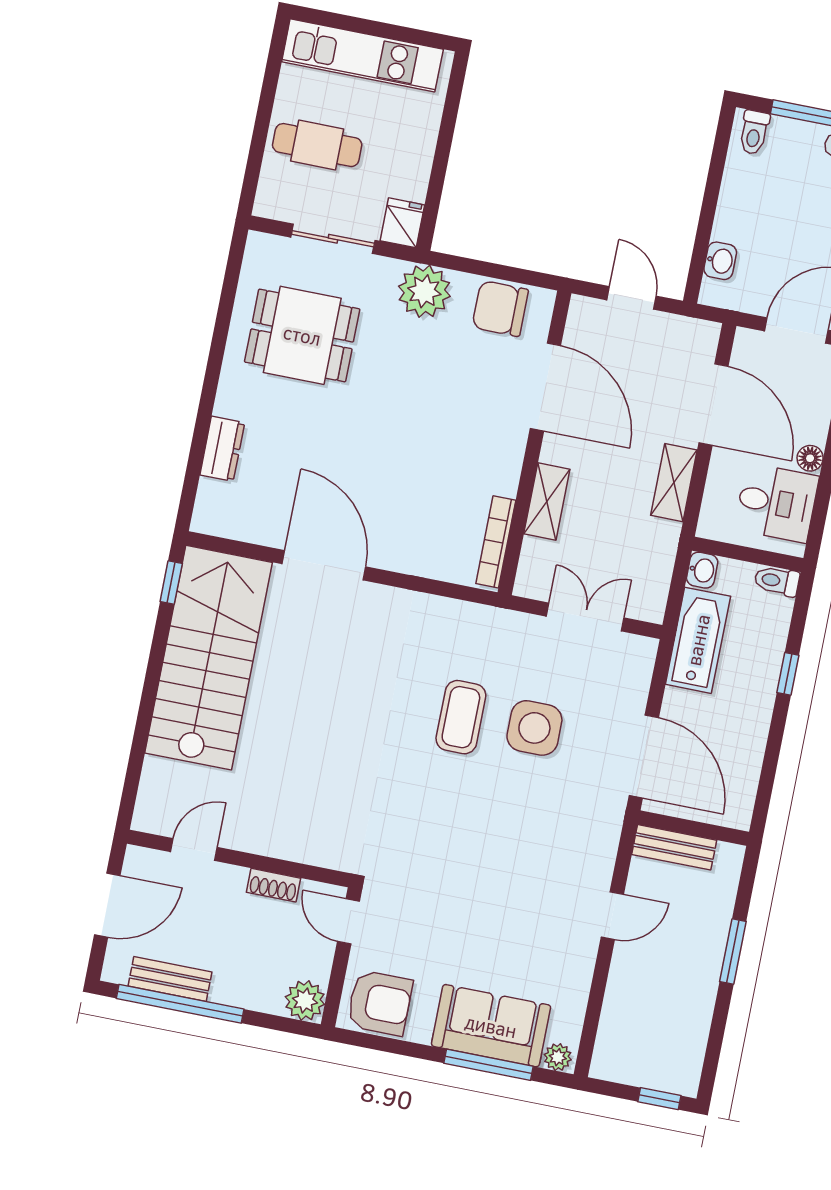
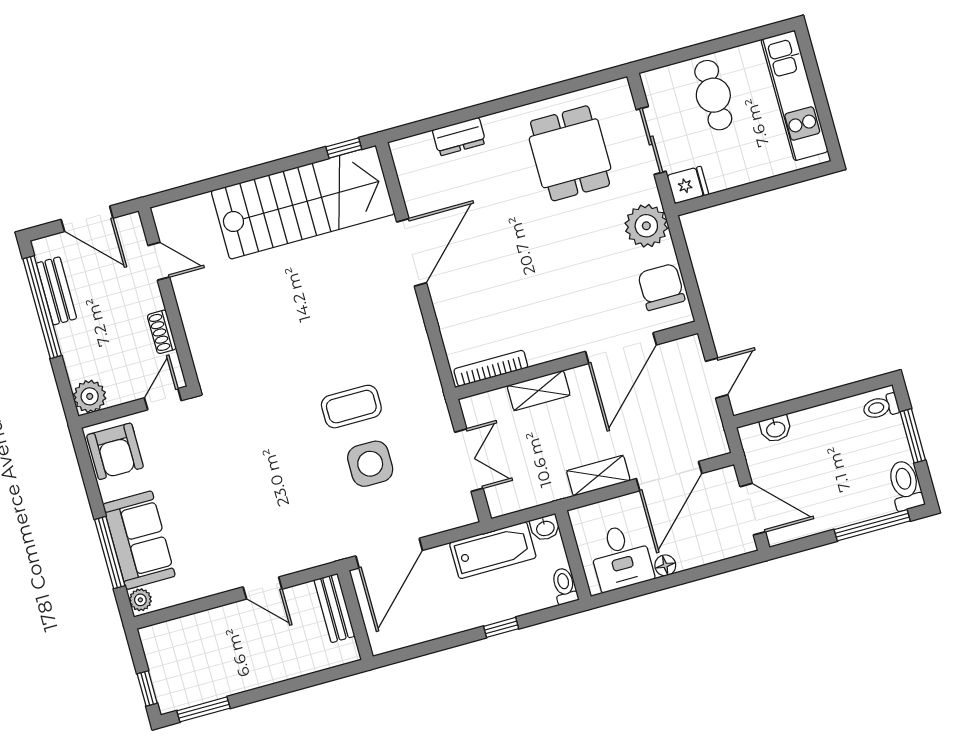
window: (733, 952) -> (203, 709), moved

